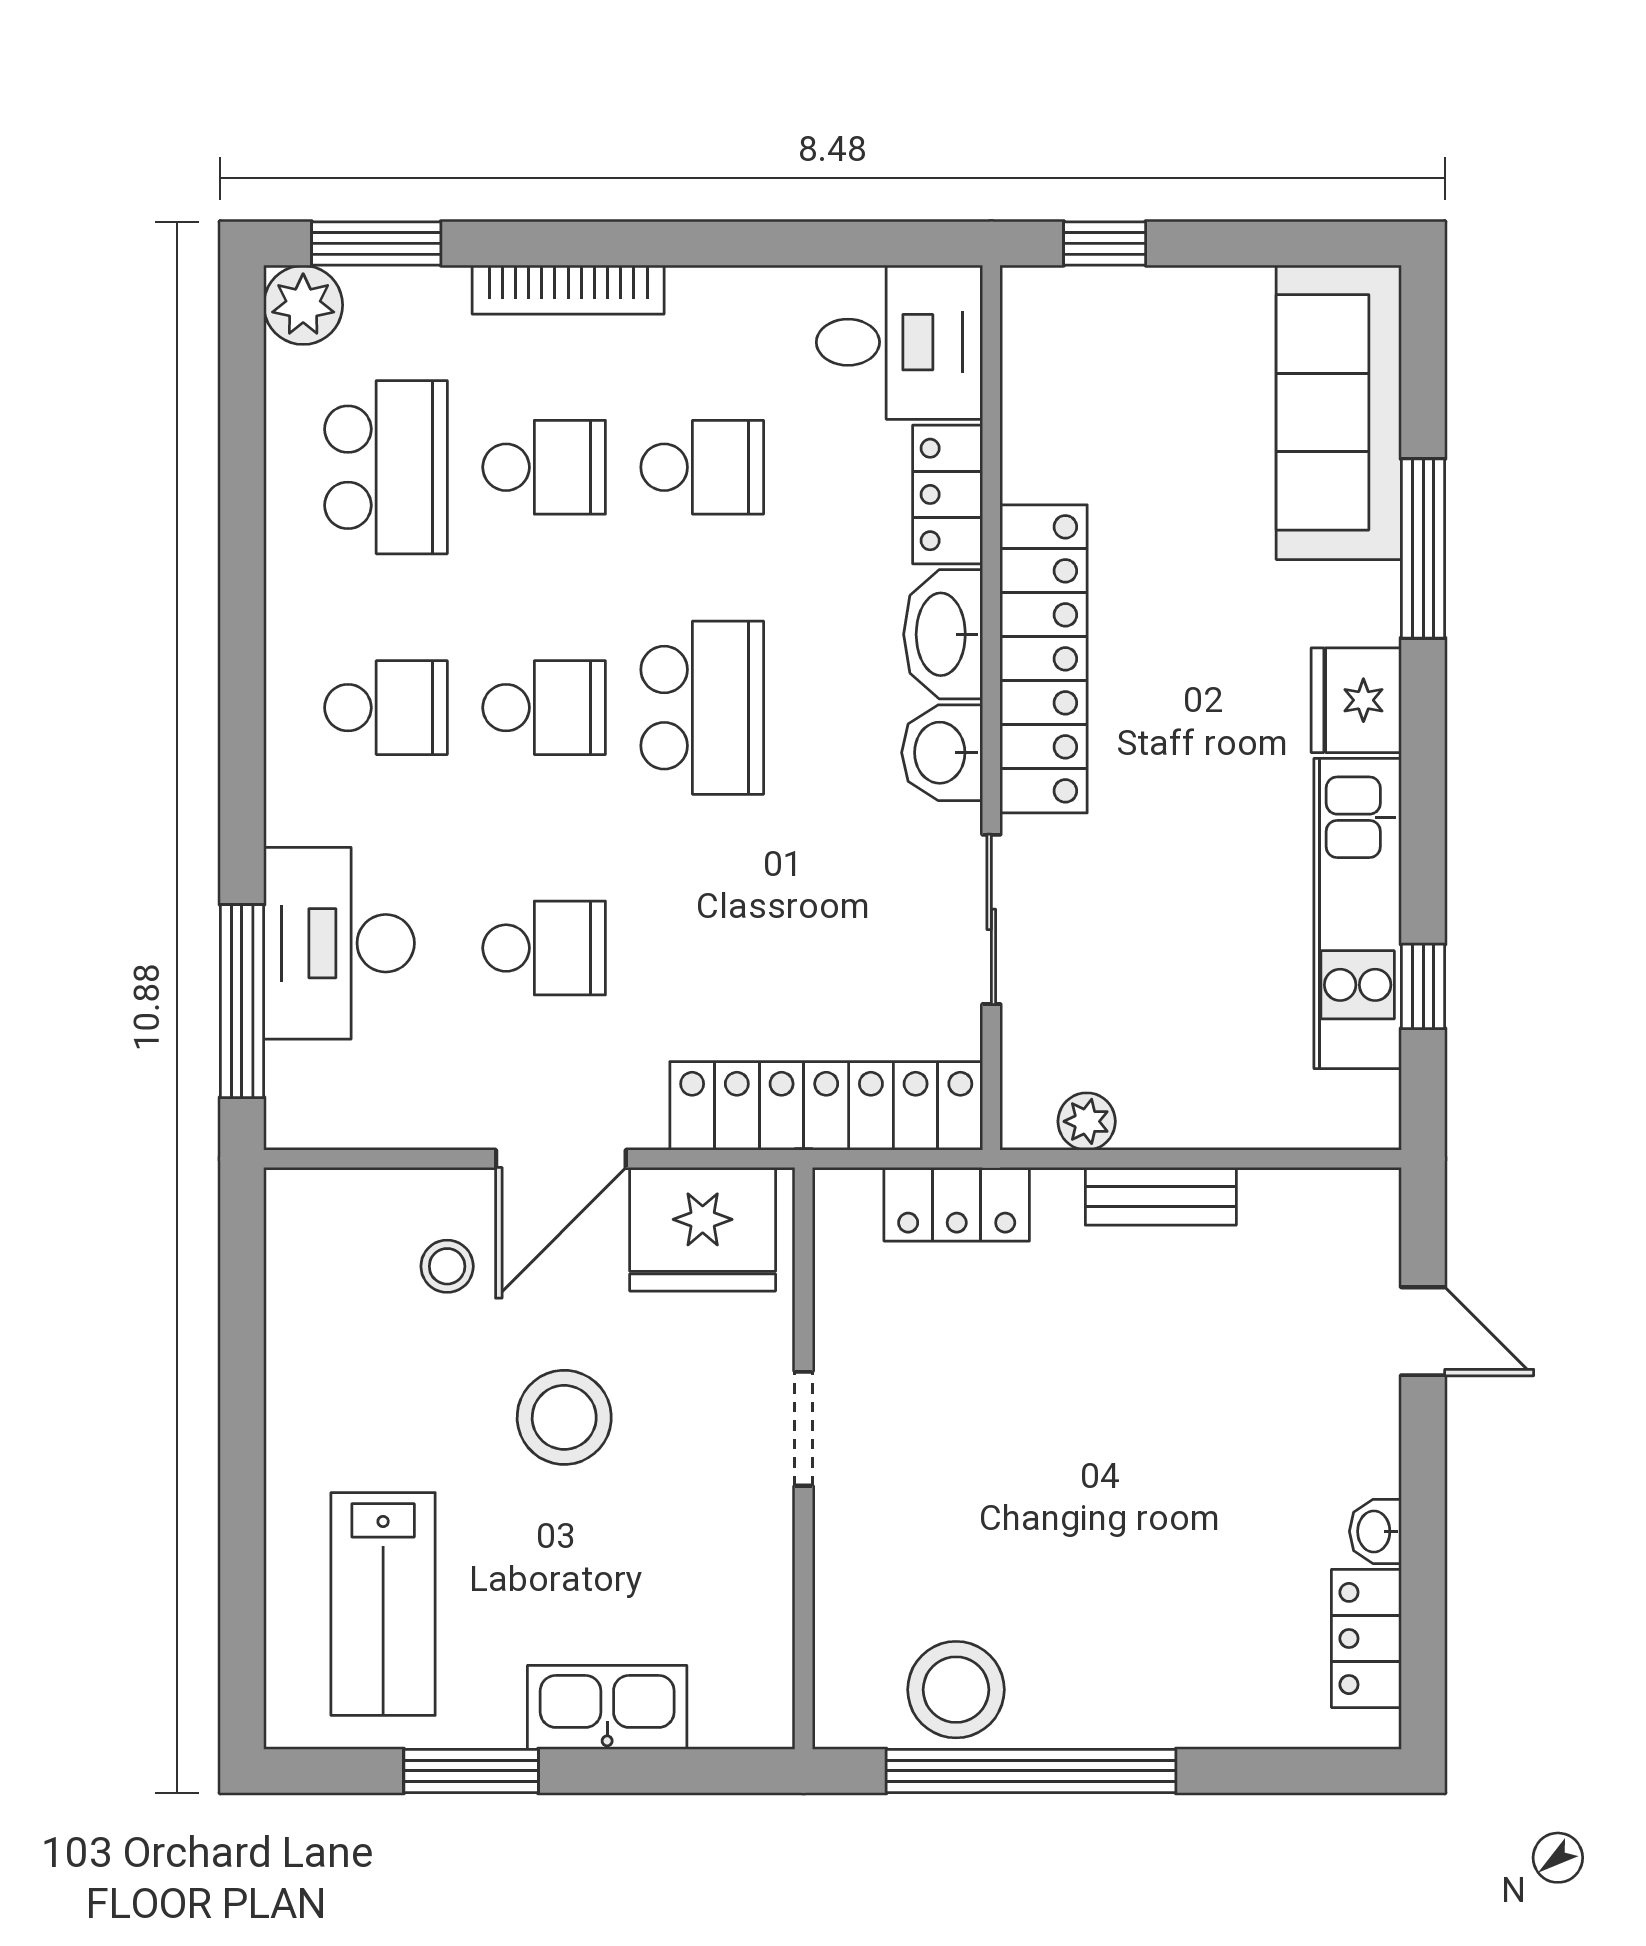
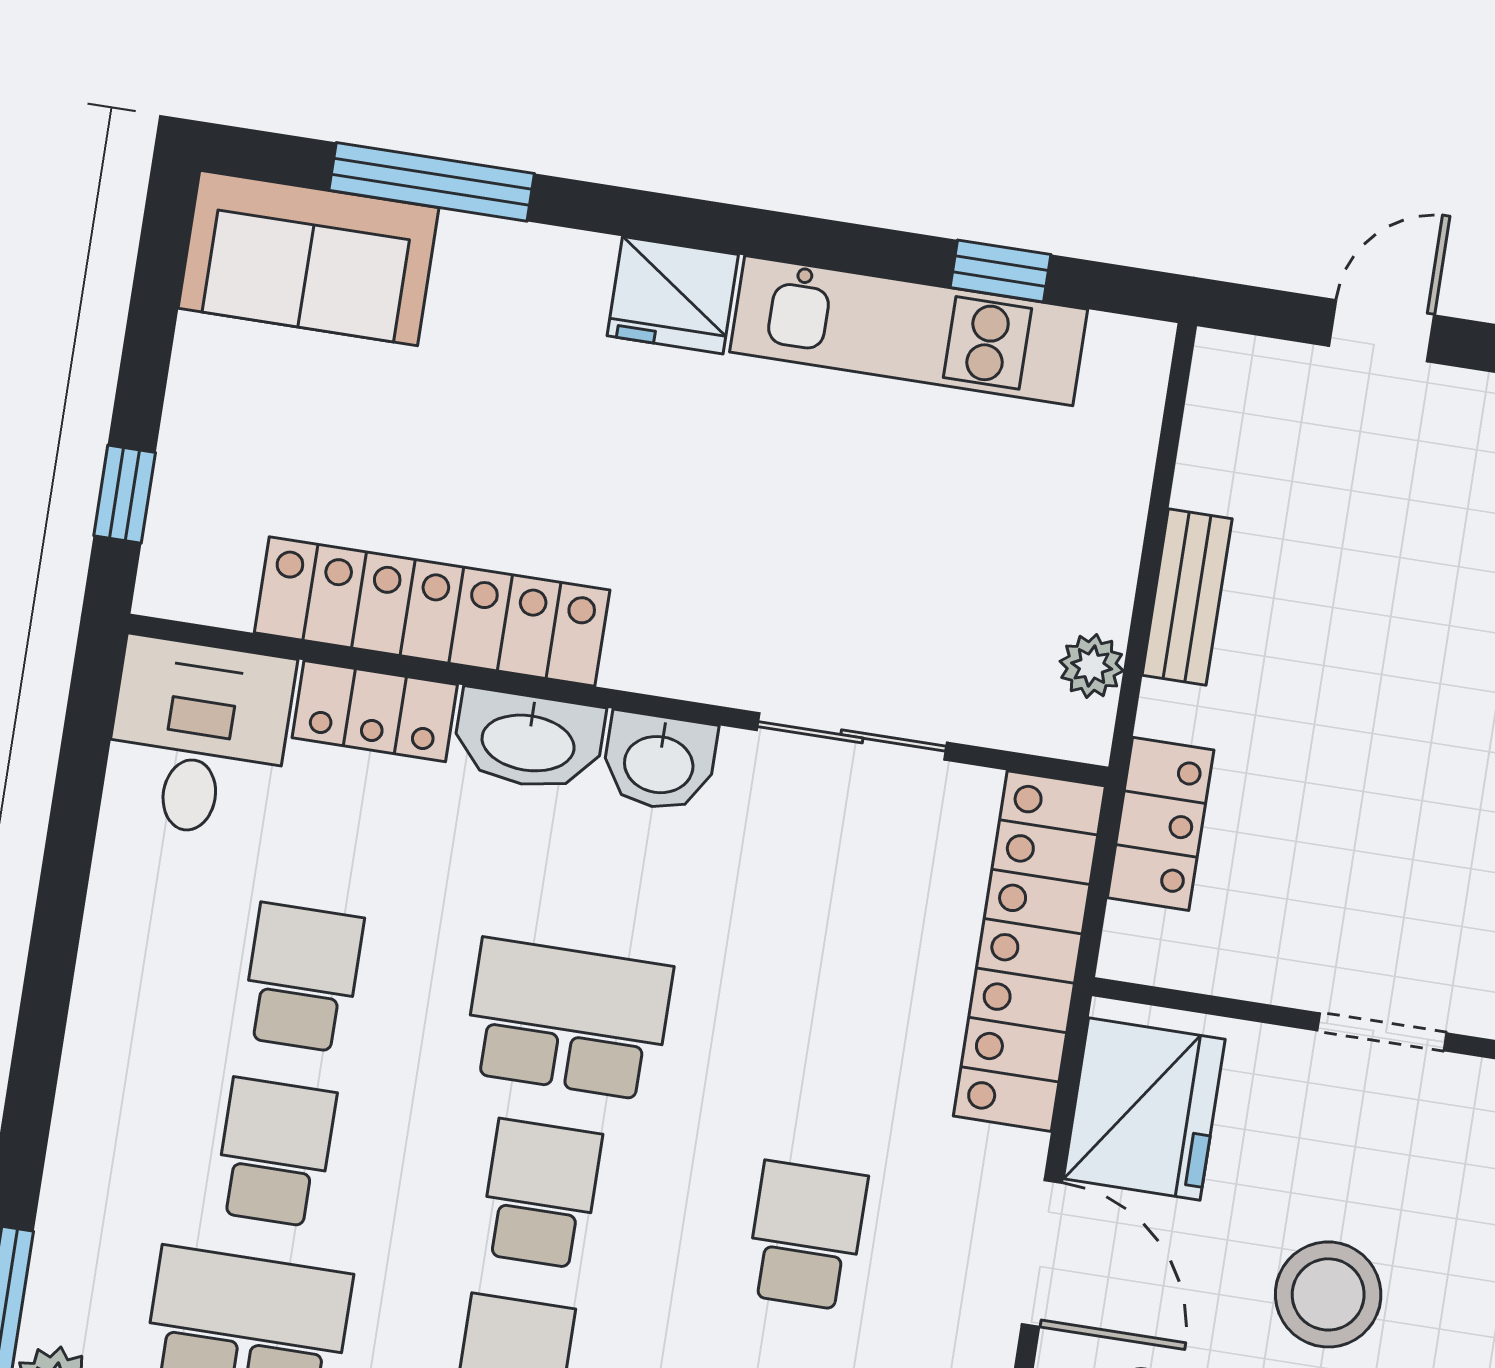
bookcase: (568, 290) -> (83, 1095), removed
sofa: (1339, 412) -> (309, 258), width x0.73
window: (1423, 548) -> (432, 182), moved
locker: (1044, 659) -> (432, 611), moved

